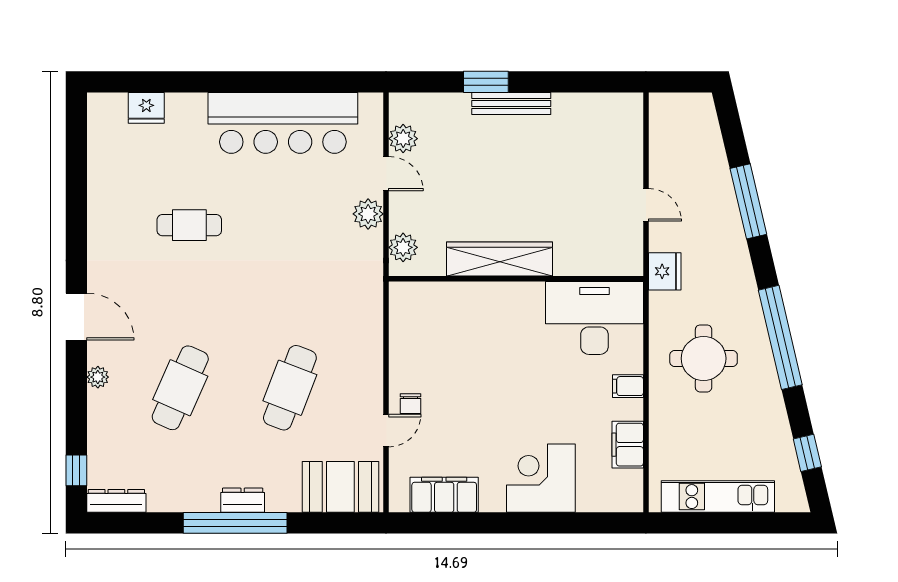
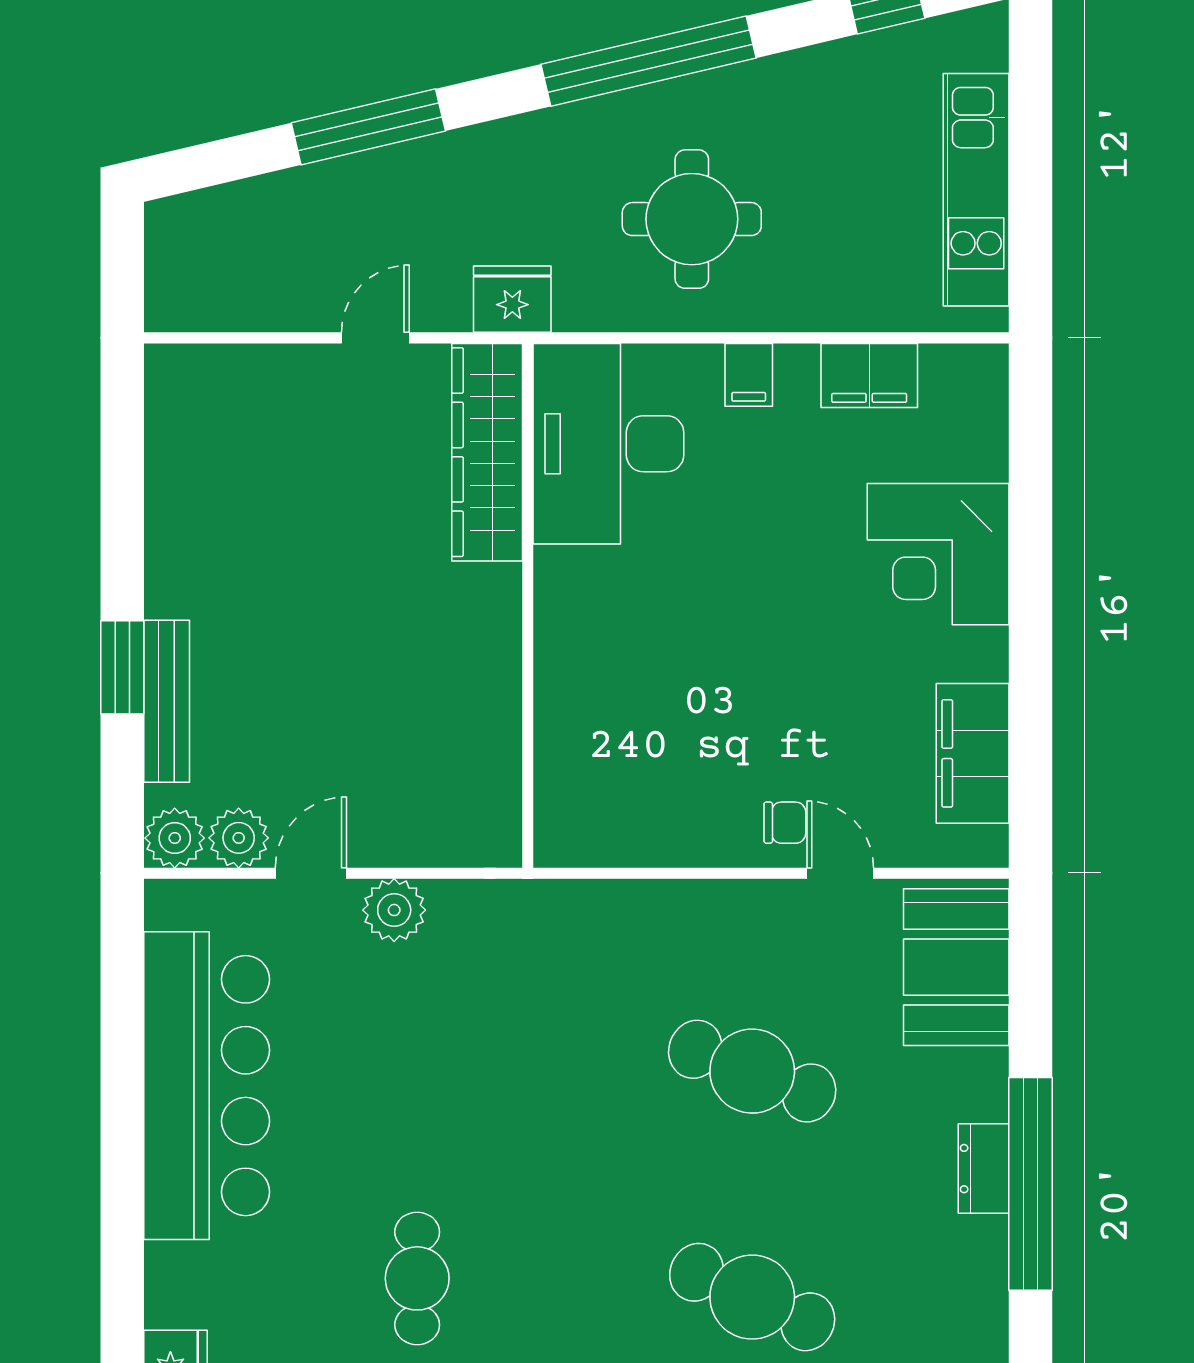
bench: (511, 104) -> (167, 701), moved
plant: (403, 247) -> (175, 838), moved
wardrobe: (500, 259) -> (487, 452), moved

